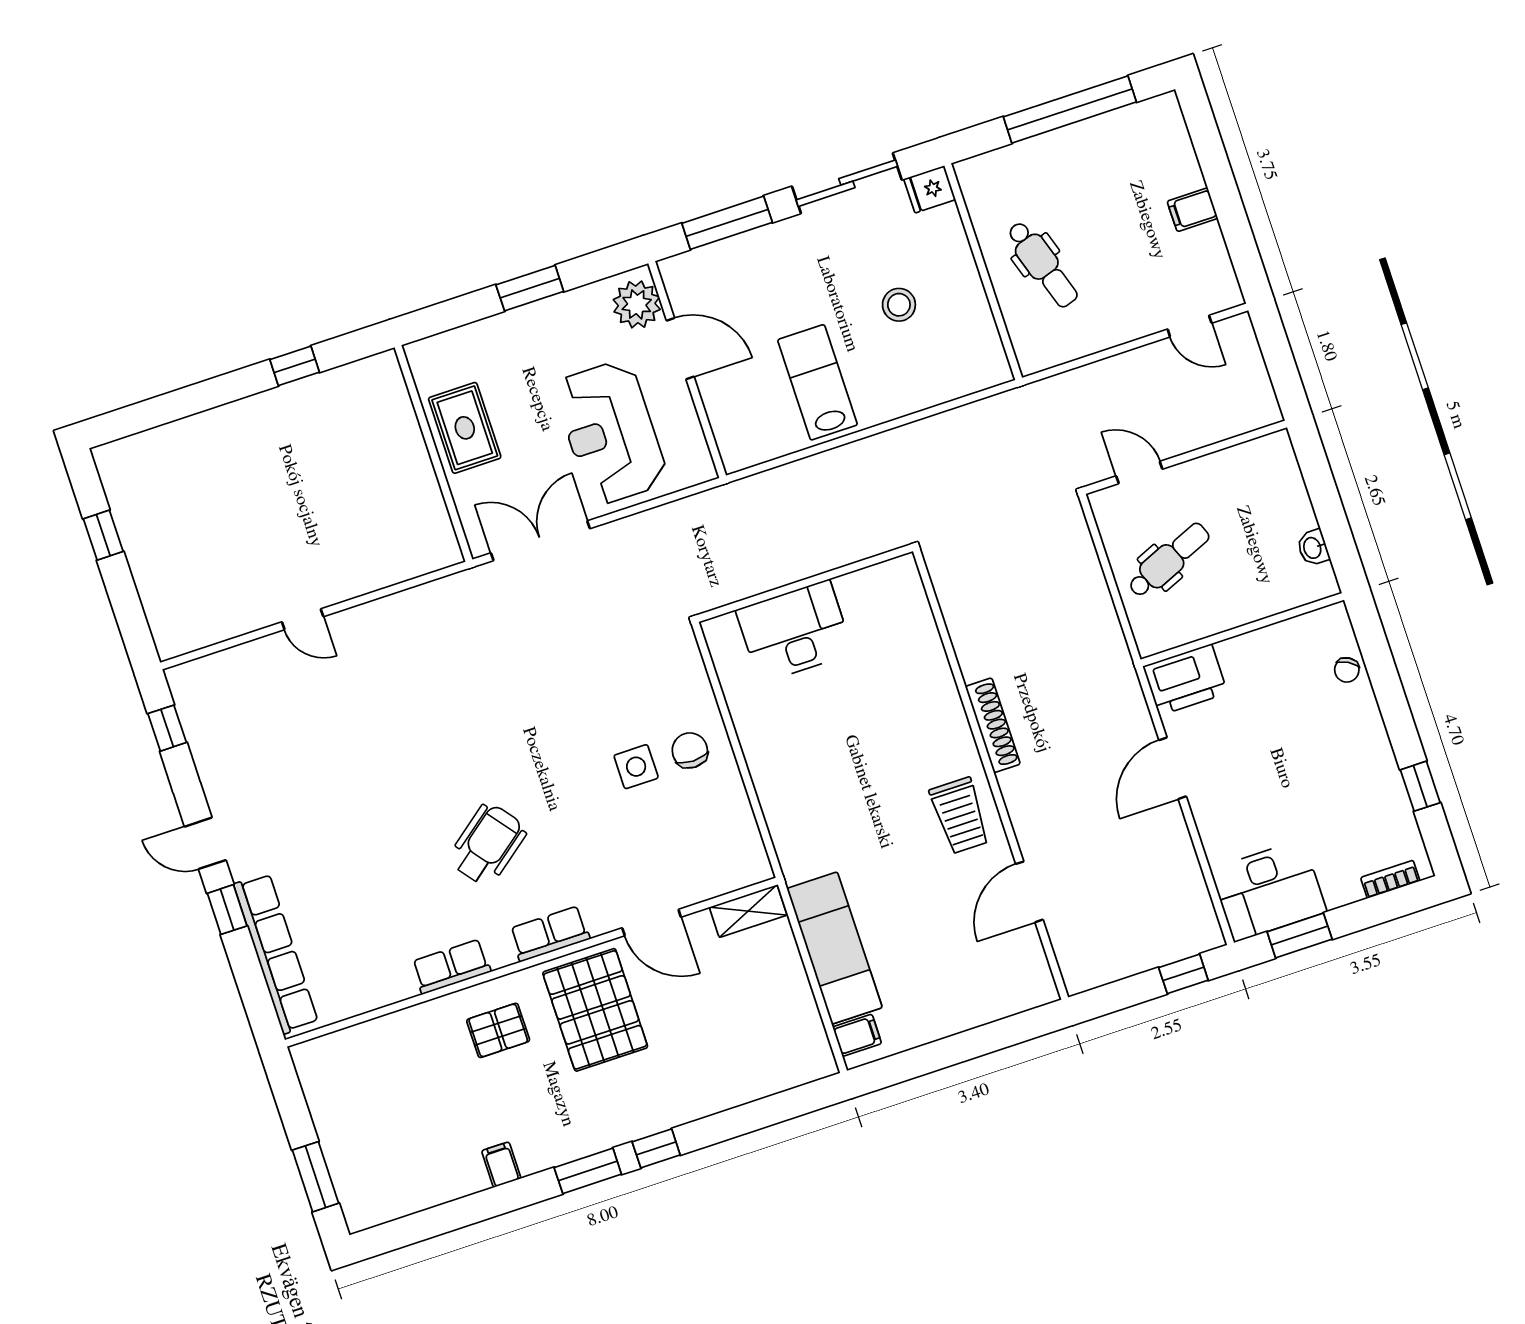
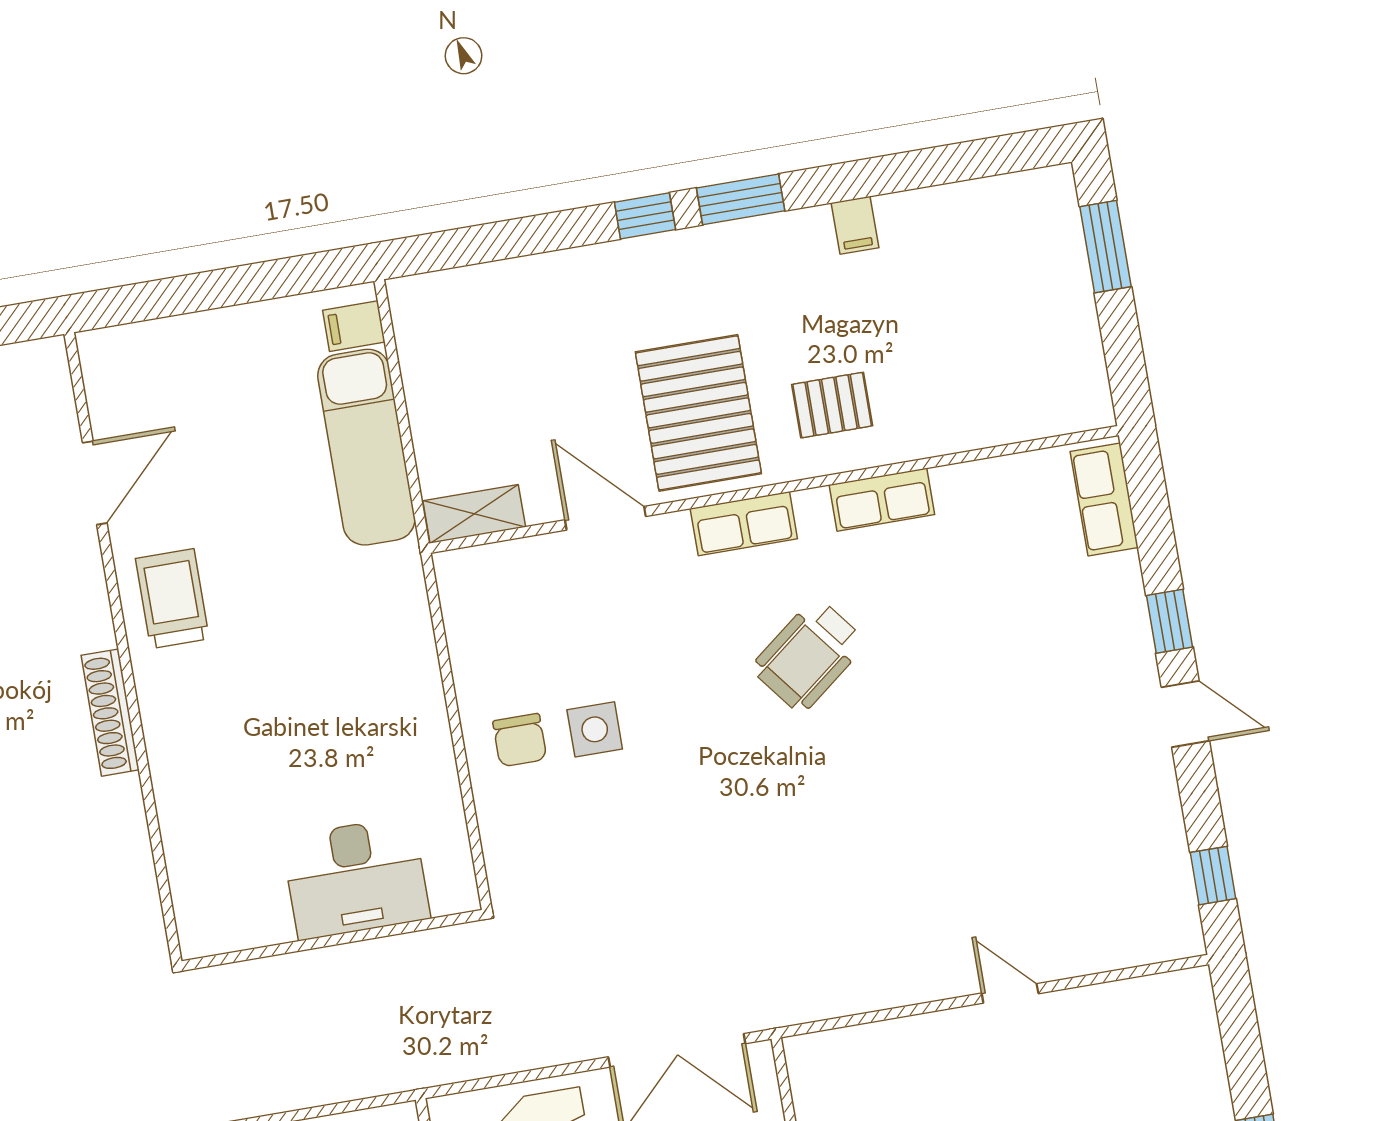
row of seats: (276, 953) -> (1104, 499), width x0.50

